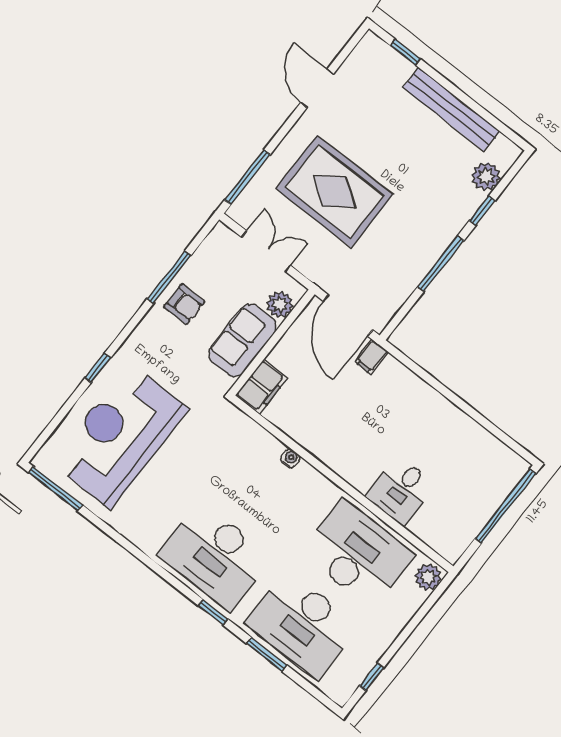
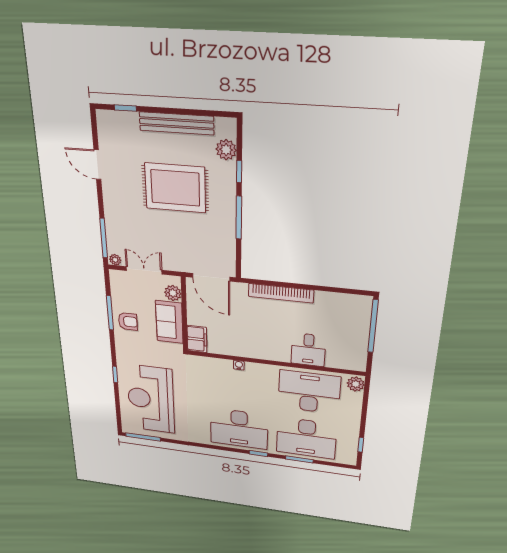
rug: (334, 191) -> (175, 188), moved
plant: (239, 213) -> (115, 260), added
filing cabinet: (371, 357) -> (240, 291), removed
bookcase: (421, 392) -> (281, 293), added

